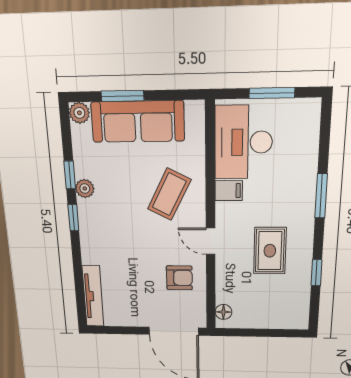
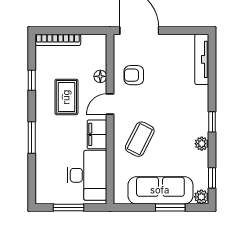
window: (70, 175) -> (212, 178), moved
filing cabinet: (229, 191) -> (97, 134), width x2.00
door: (211, 241) -> (110, 104), swing flipped
floor lamp: (223, 312) -> (100, 76), moved
bookcase: (279, 322) -> (58, 40), added

